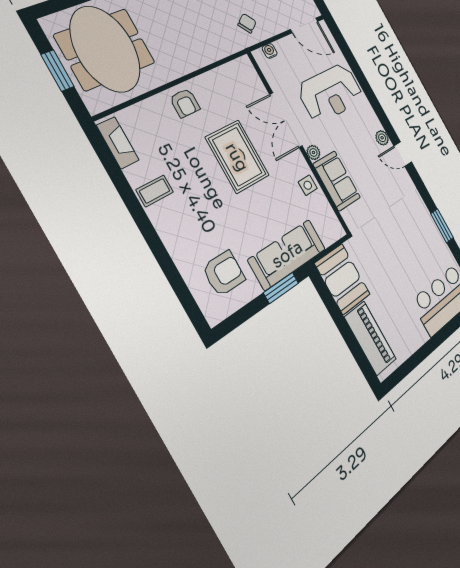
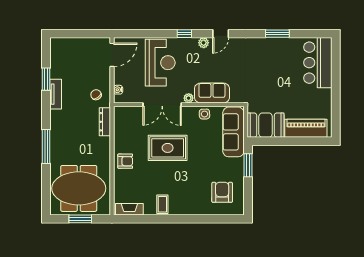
dresser: (221, 50) -> (105, 122), added
window: (377, 108) -> (184, 34), added
sofa: (287, 254) -> (233, 132), moved

